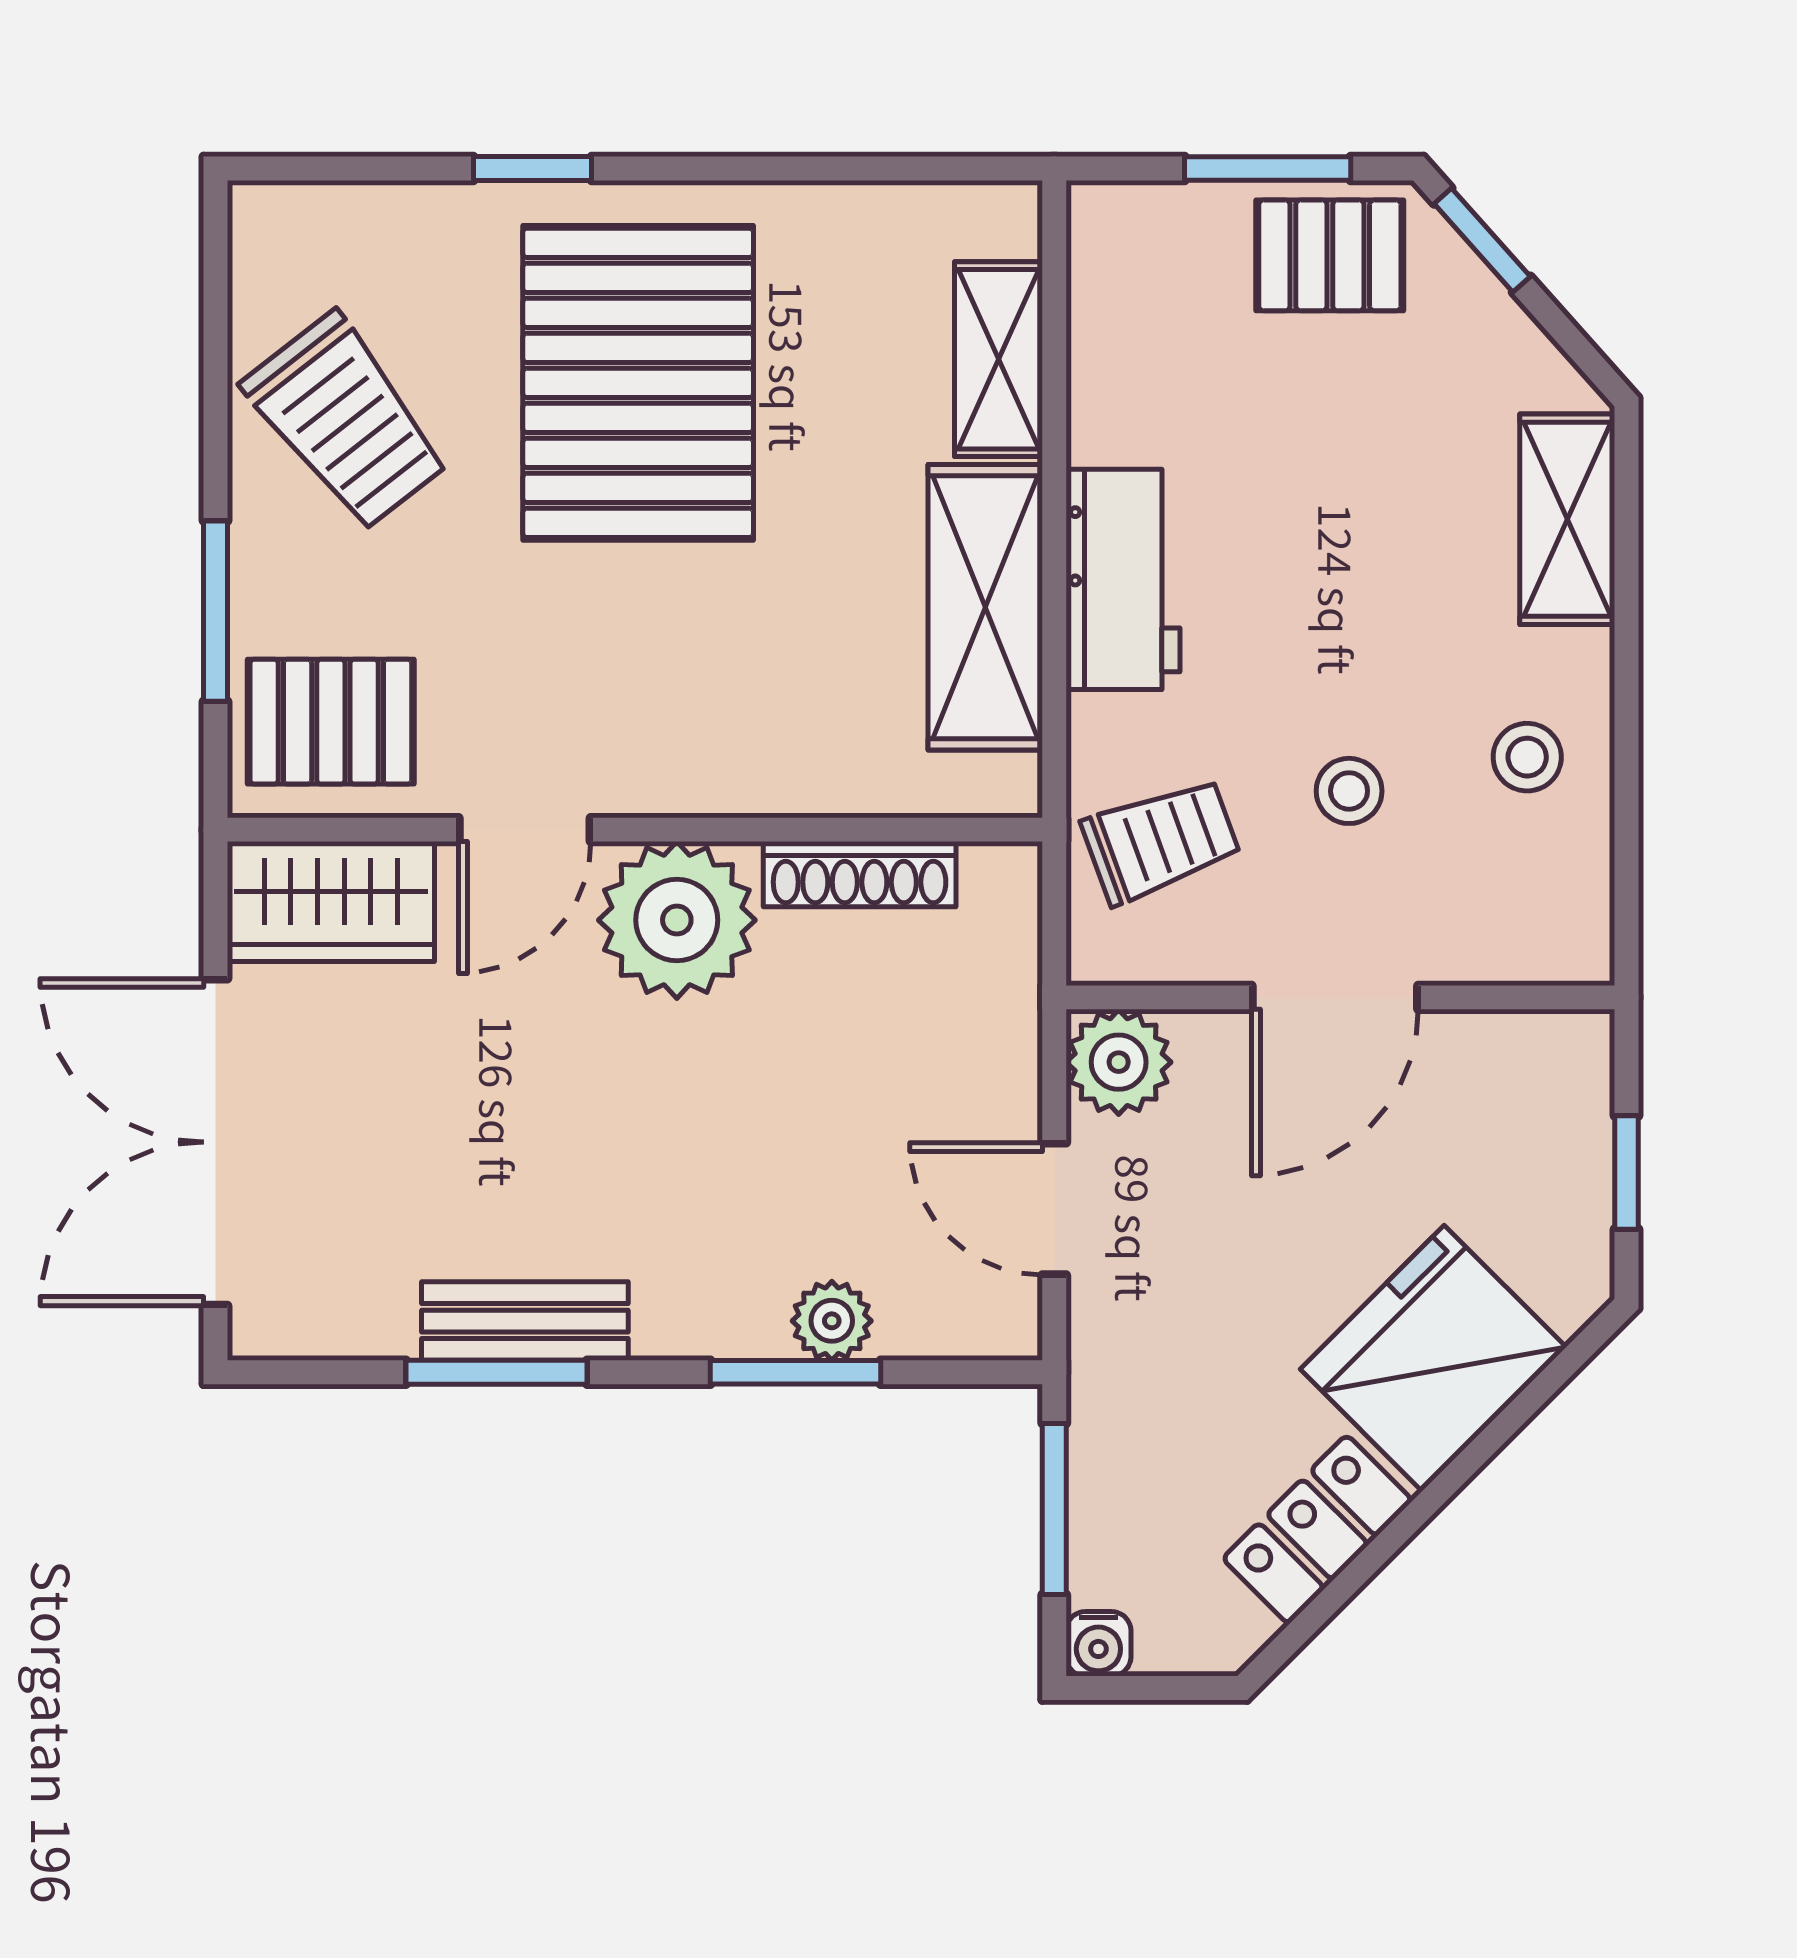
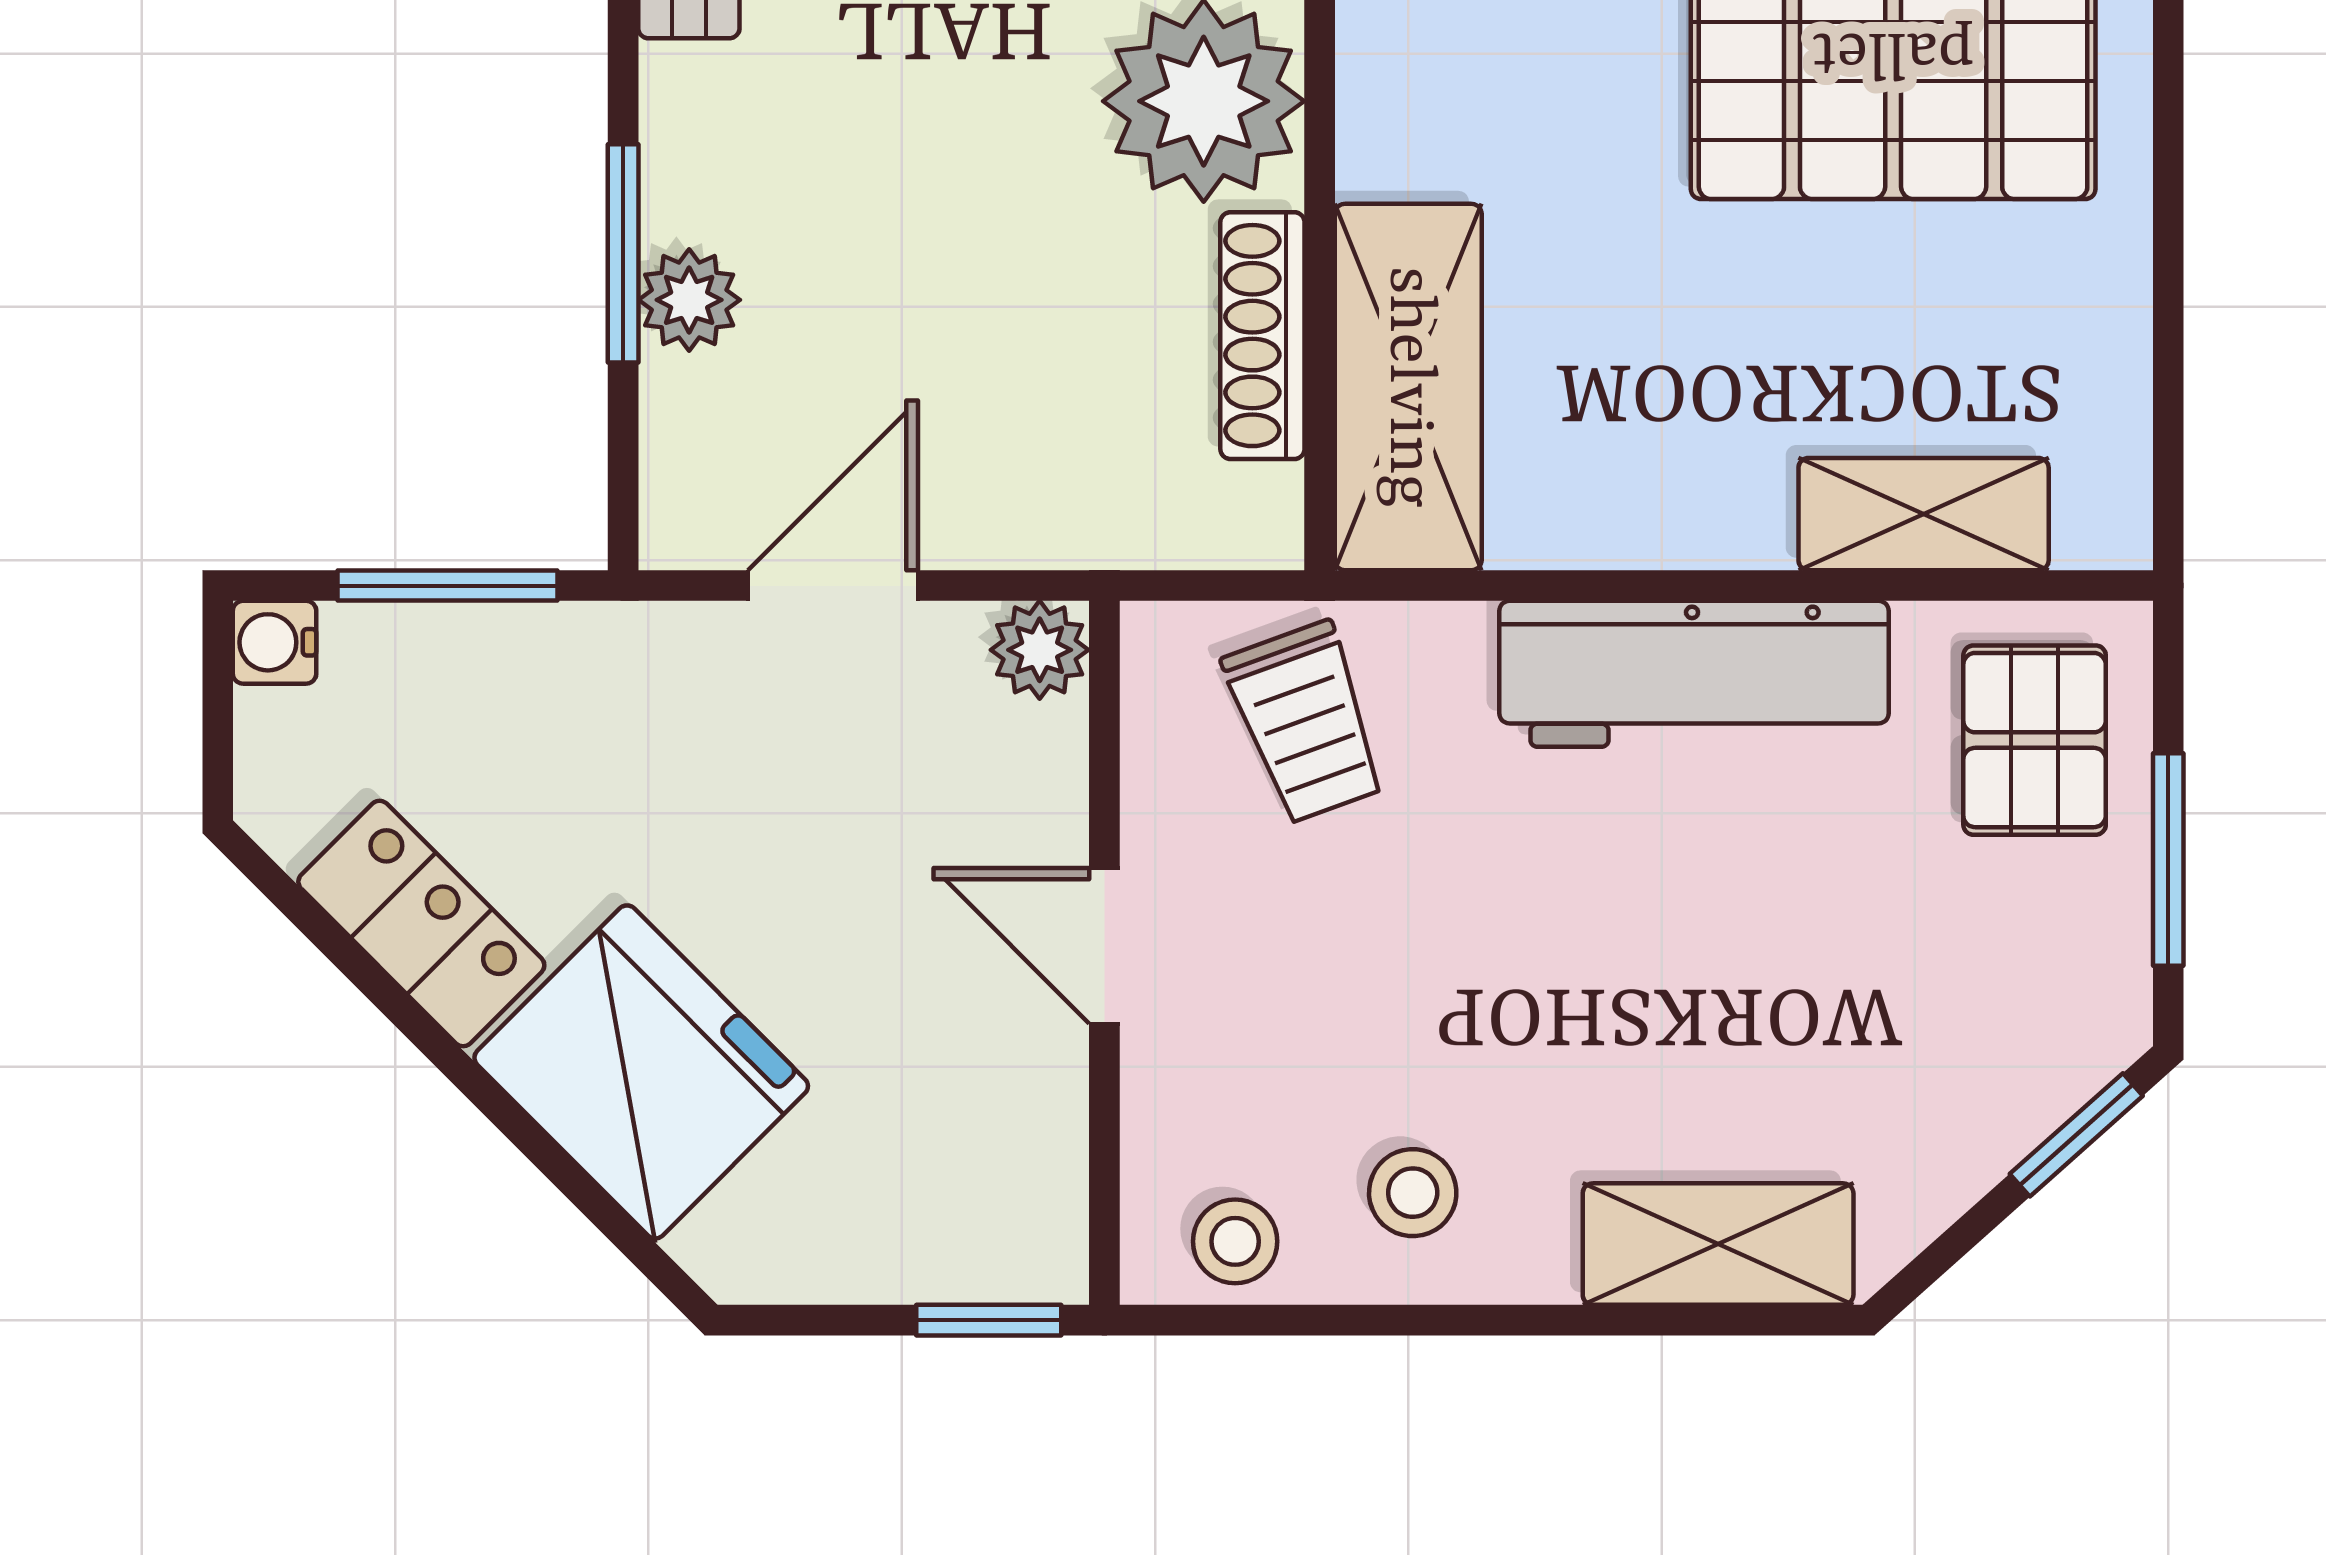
pallet: (1330, 255) -> (2035, 740), moved
workbench: (1123, 579) -> (1694, 674), width x1.38
shelving: (985, 607) -> (1408, 387), moved, turned 90
stool: (1349, 791) -> (1235, 1241), moved
door: (1335, 997) -> (1104, 946), width x0.73
plant: (1119, 1062) -> (1040, 650), width x0.73, depth x0.73
window: (1626, 1172) -> (989, 1320), moved

